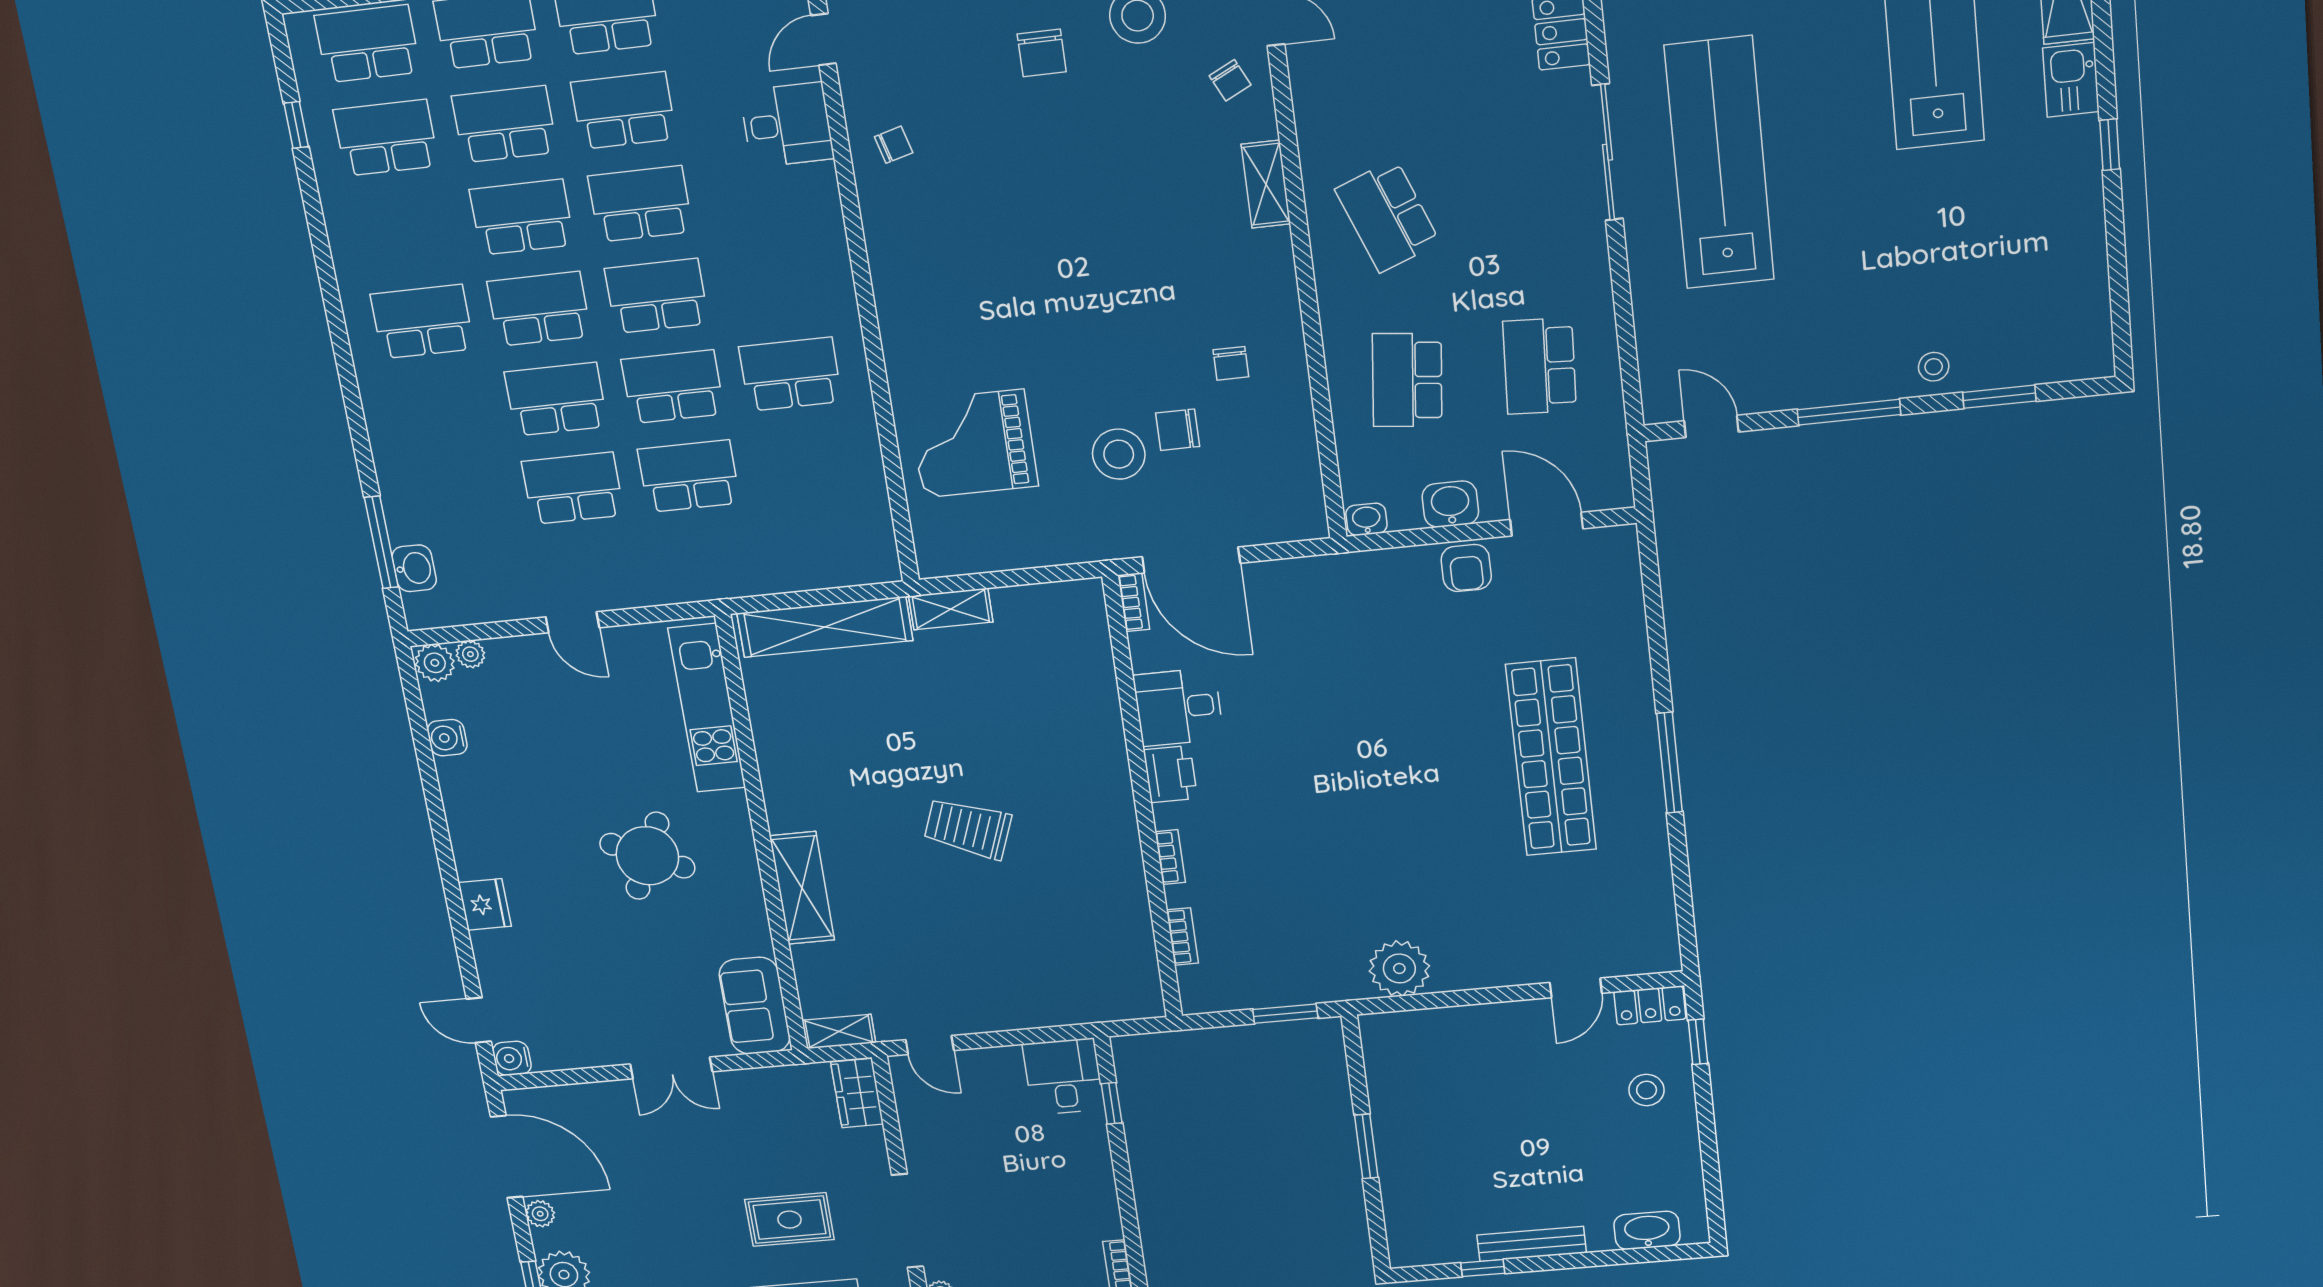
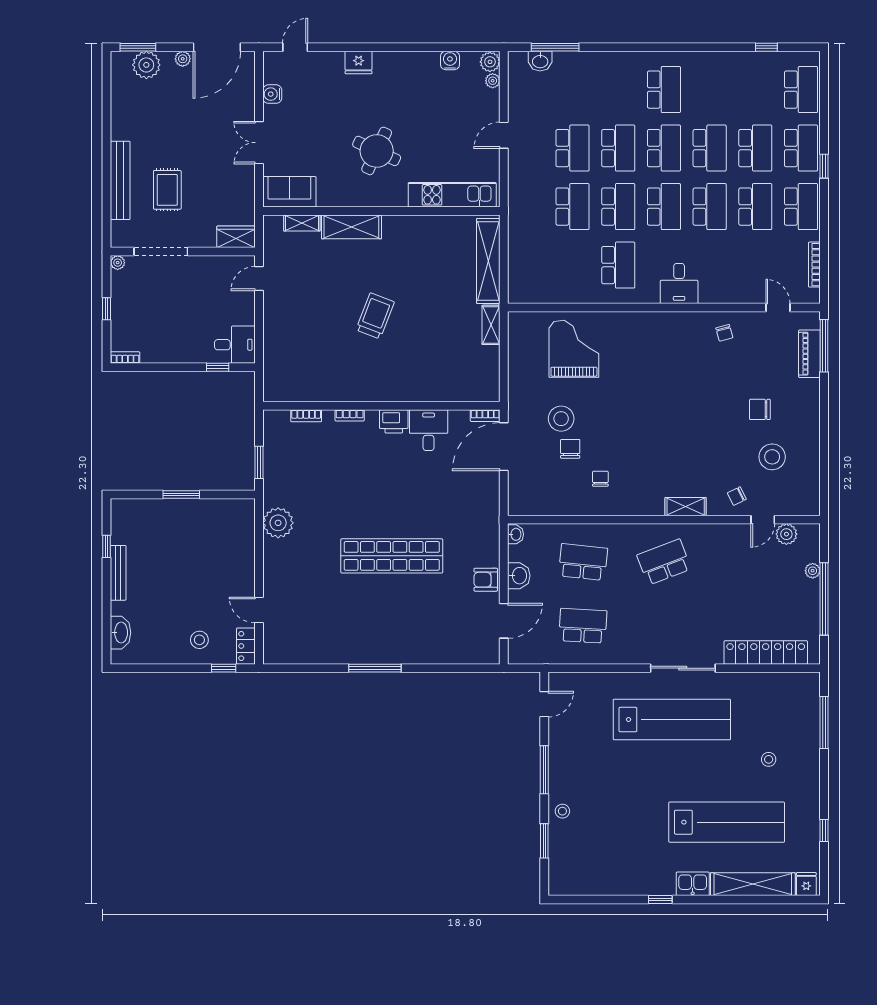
desk: (787, 125) -> (679, 283), moved
school desk: (386, 138) -> (755, 90), removed
chair: (1231, 363) -> (600, 479), turned 90
shop shelf: (1551, 757) -> (392, 556), moved
shelving: (839, 1032) -> (302, 223), moved, turned 90
water cooler: (512, 1058) -> (272, 94), moved, turned -90

